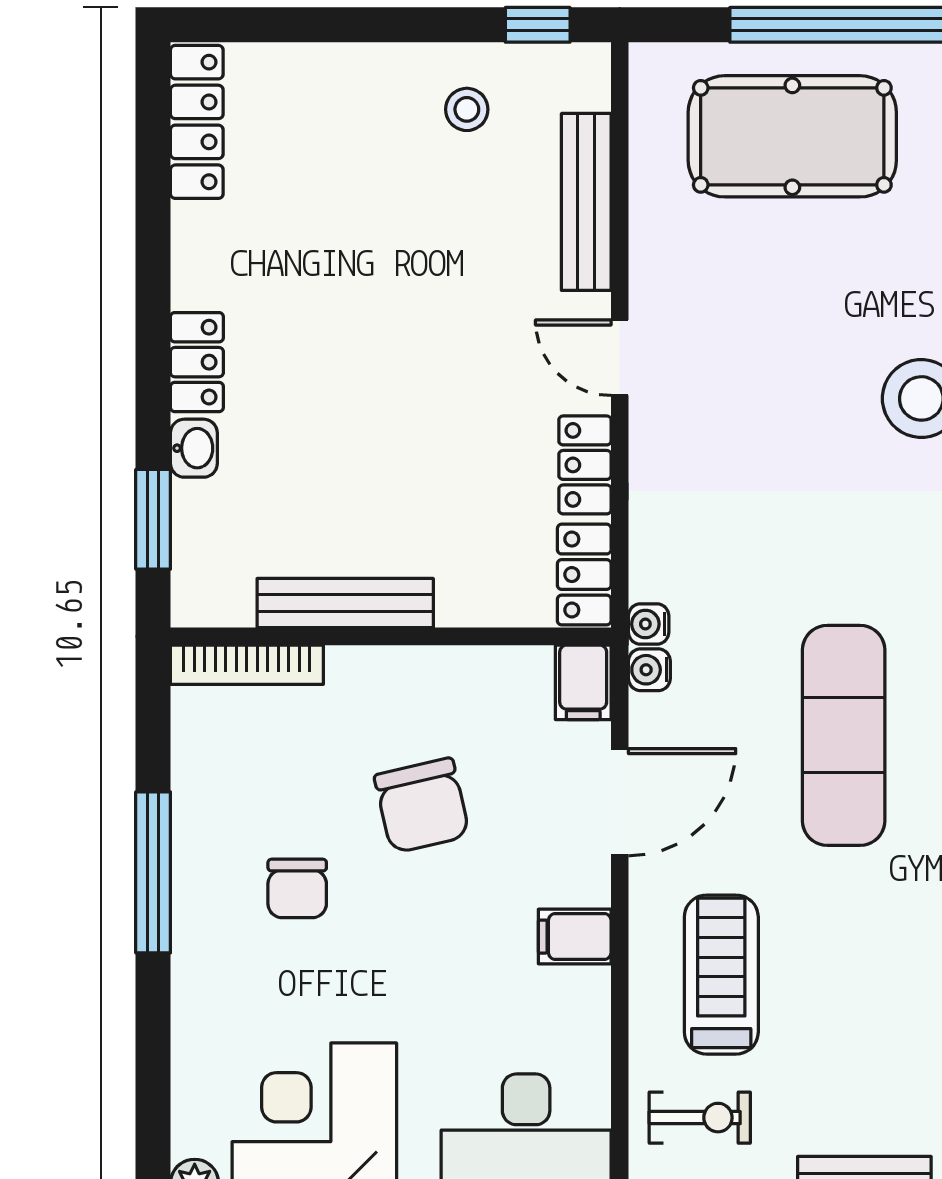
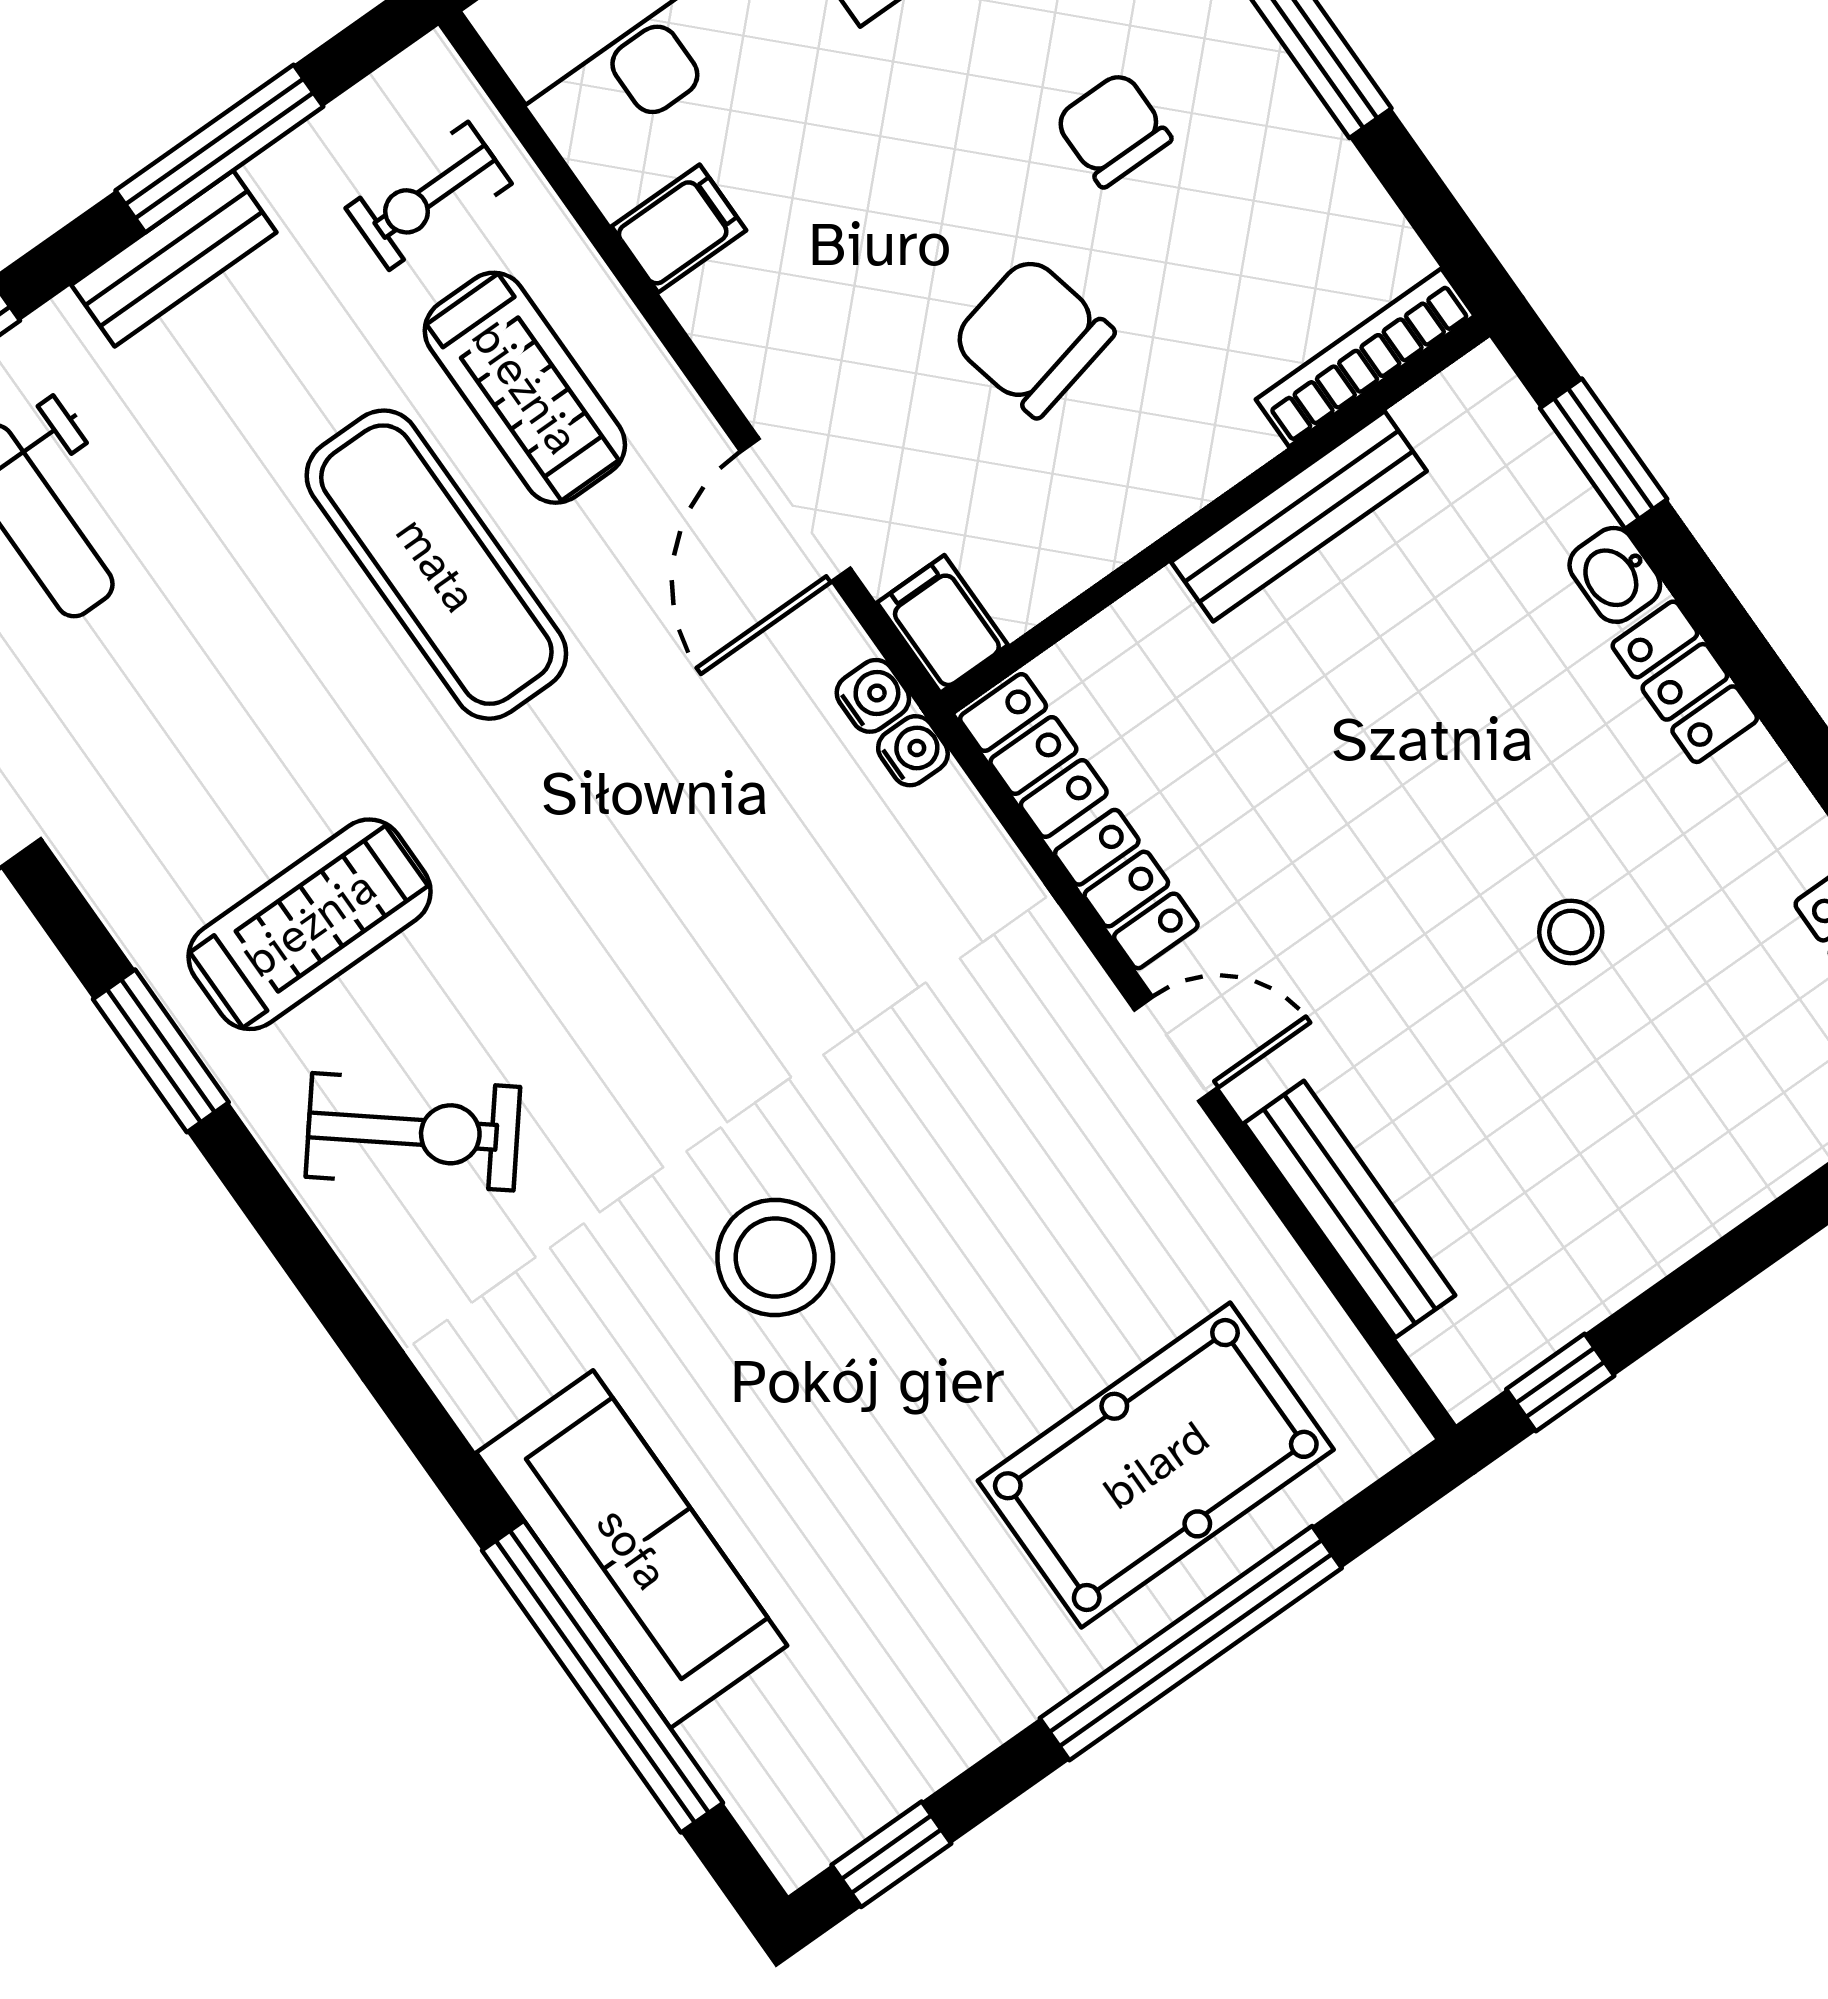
stool: (467, 109) -> (1571, 932), moved
exercise mat: (844, 735) -> (436, 565), moved
filing cabinet: (575, 937) -> (679, 228), moved

